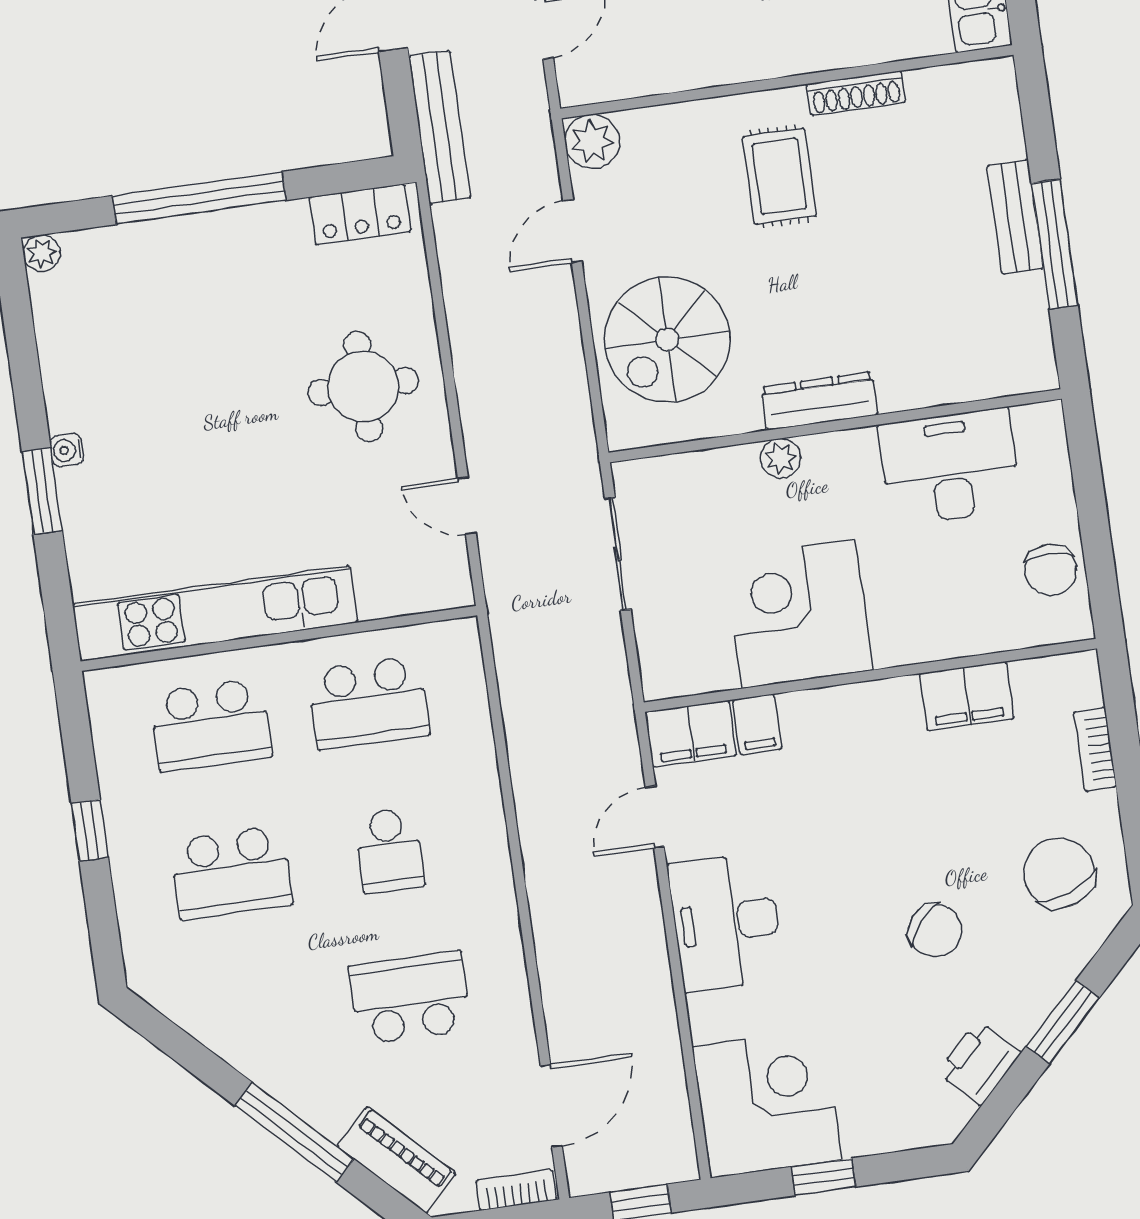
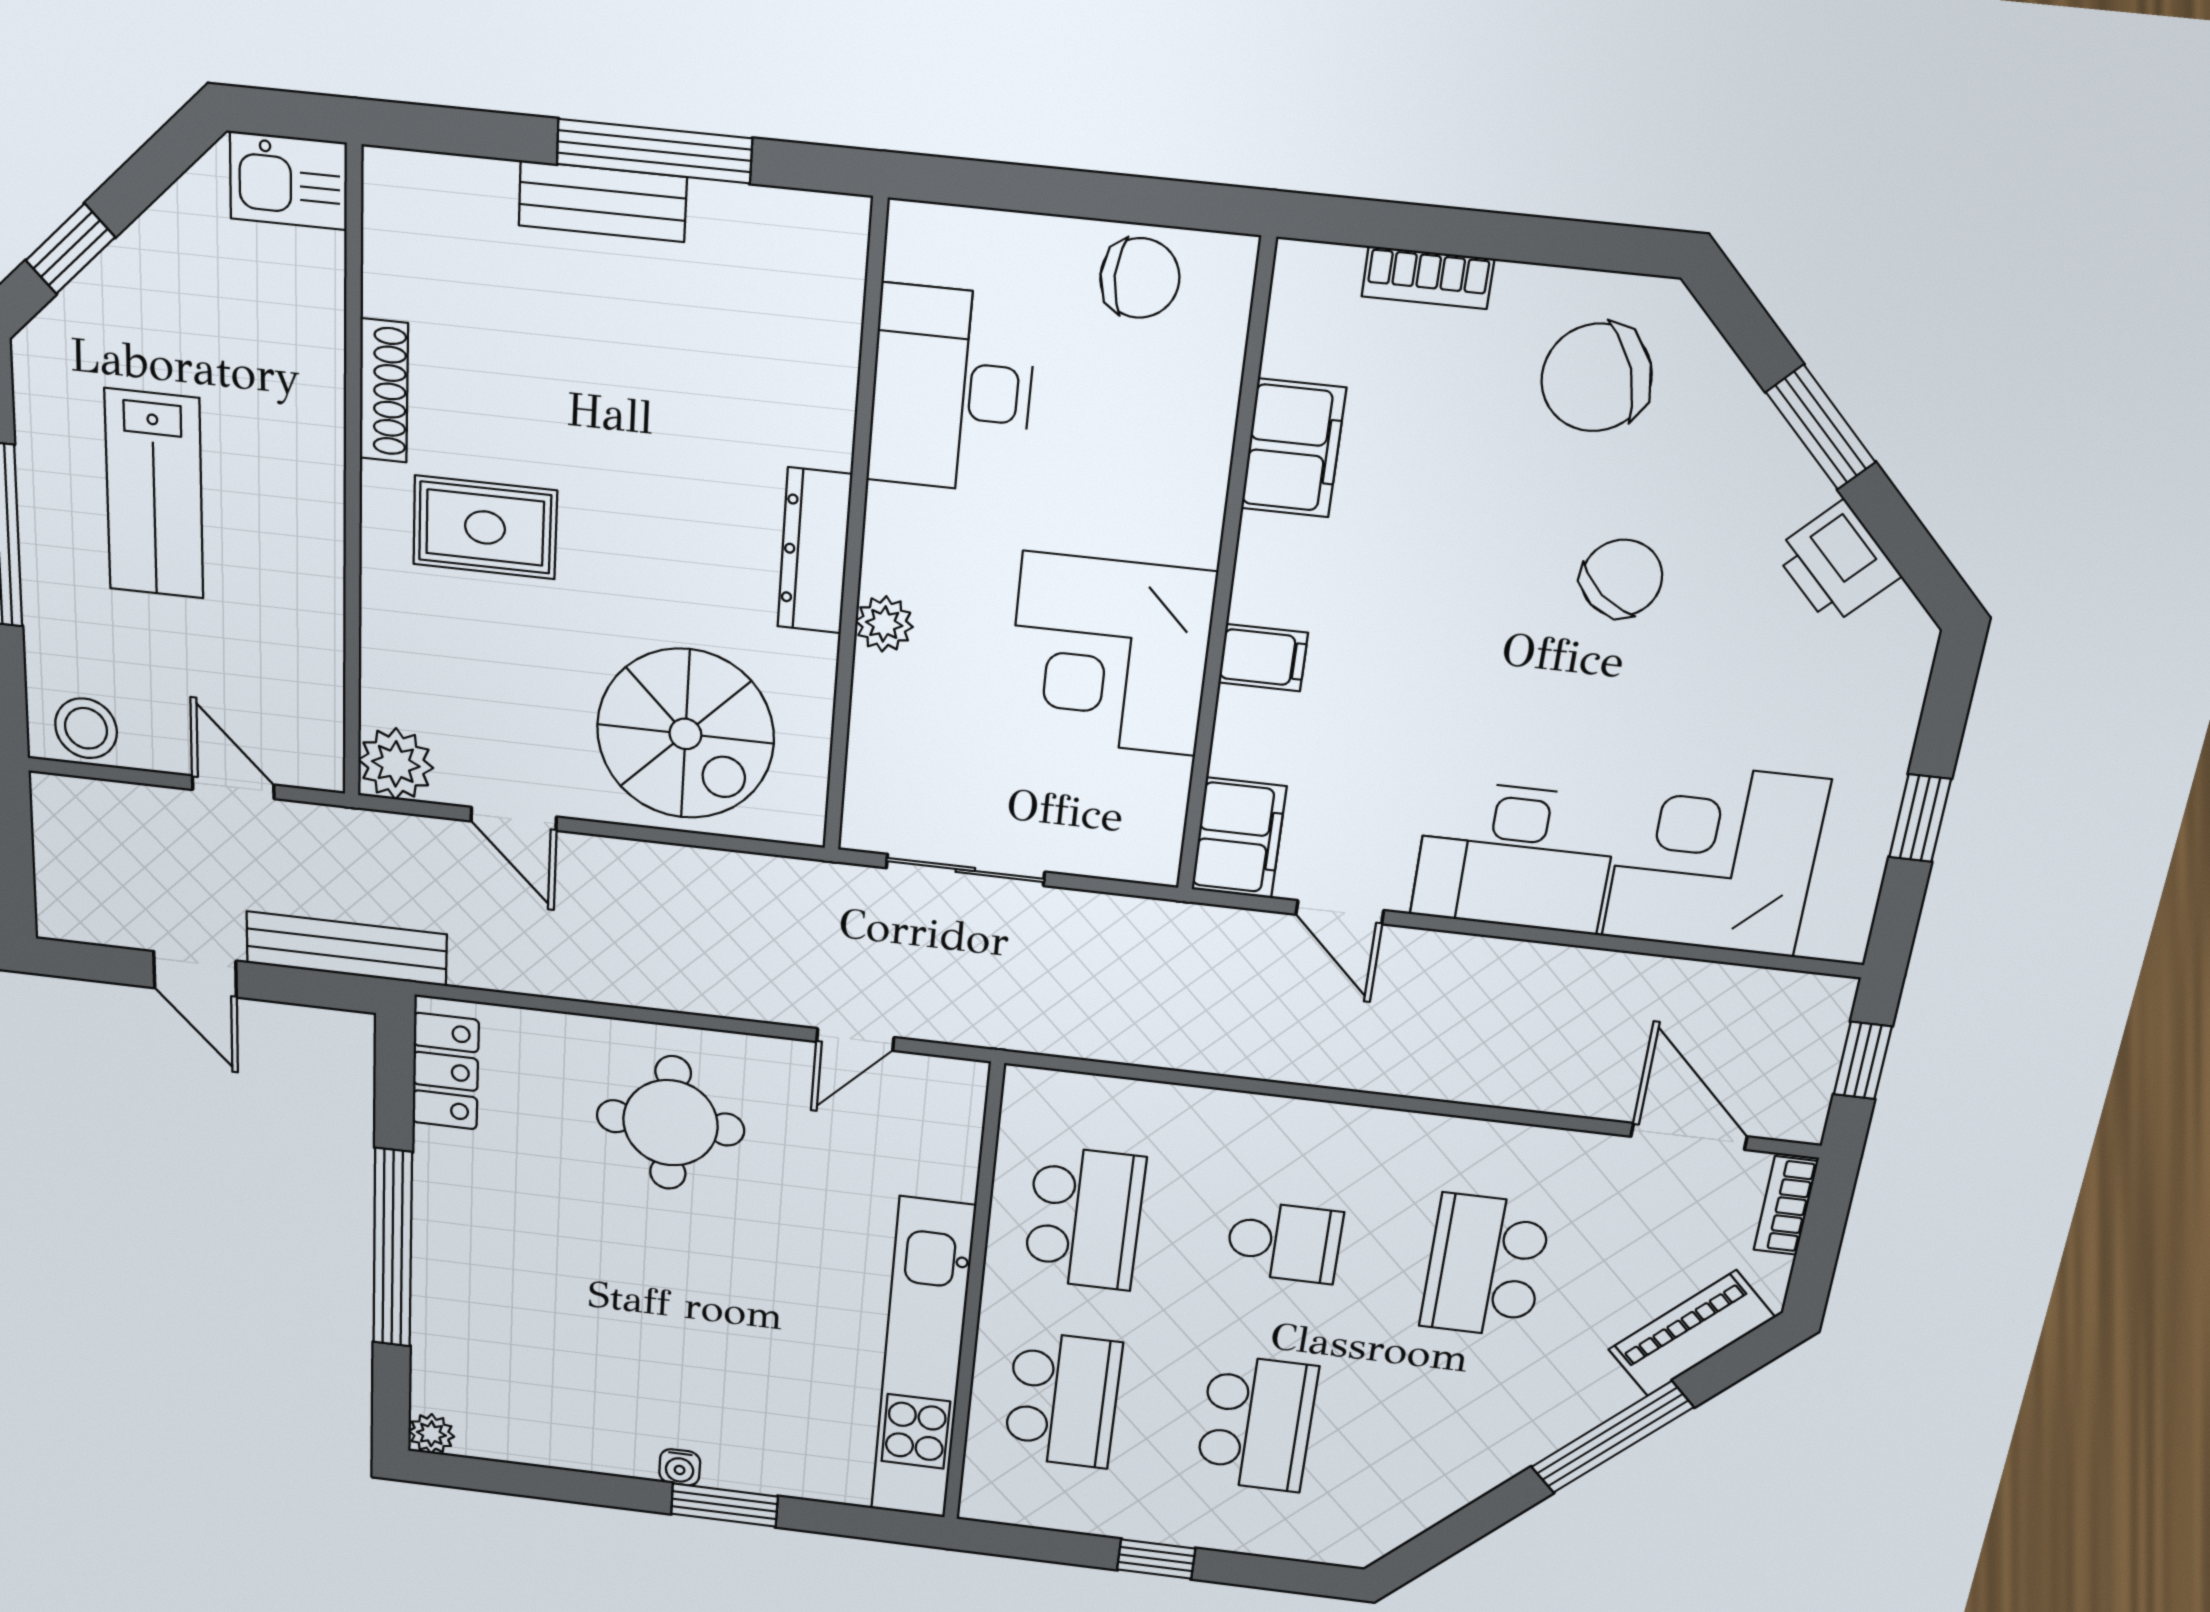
filing cabinet: (757, 724) -> (1263, 658), moved
corner desk: (767, 1103) -> (1715, 859), moved

